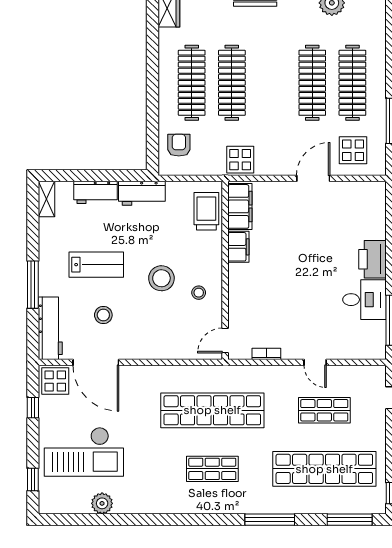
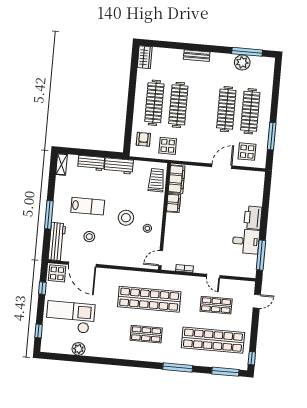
display table: (240, 160) -> (168, 146), moved
checkout: (84, 452) -> (70, 317), turned 180

